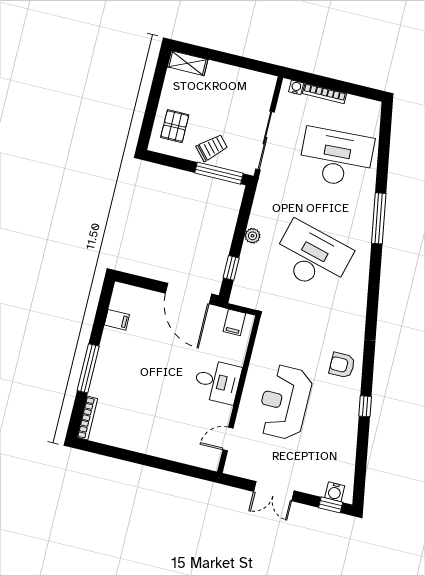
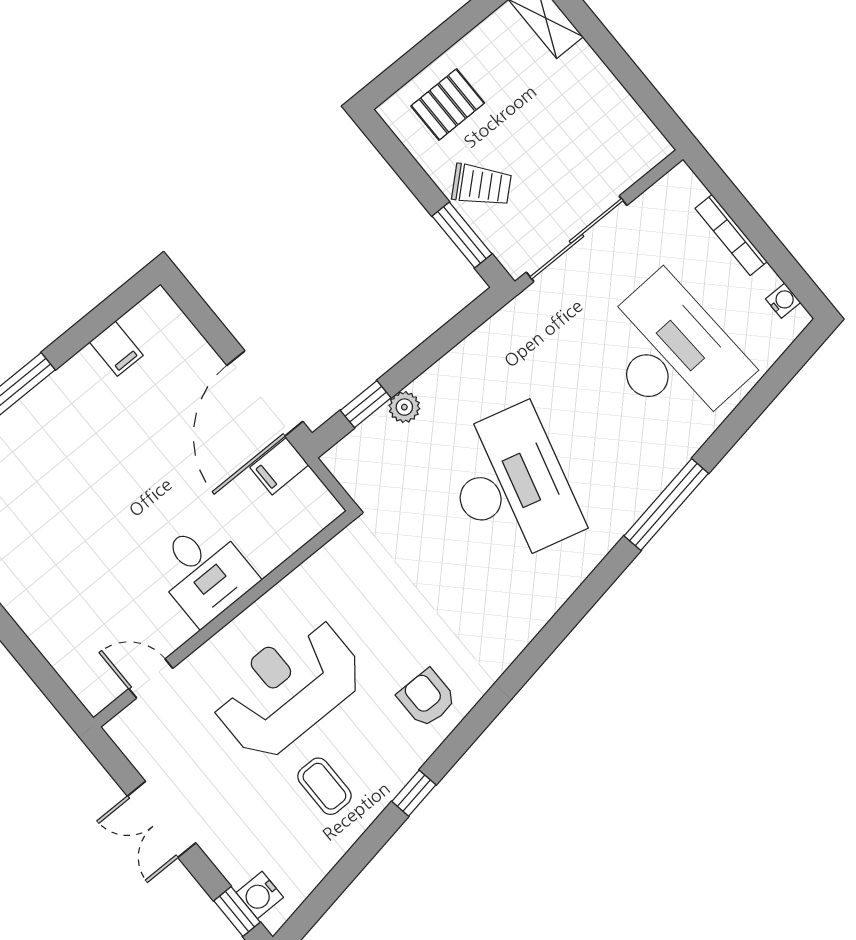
water cooler: (296, 87) -> (783, 301), moved
window: (219, 173) -> (462, 235), width x0.69
plant: (253, 236) -> (404, 407), moved
filing cabinet: (234, 322) -> (279, 466), moved
coffee table: (328, 430) -> (324, 786), added

